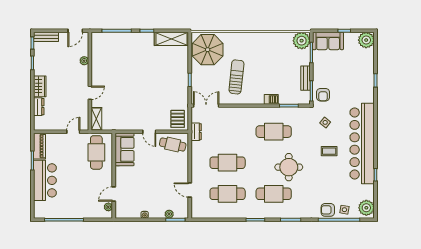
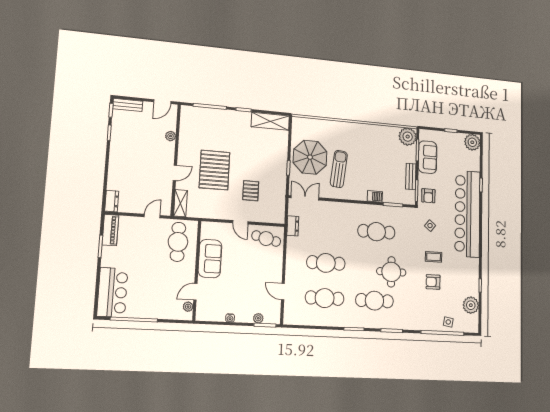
sofa: (328, 41) -> (428, 157), moved, turned -90
parasol: (208, 50) -> (310, 157), moved
wardrobe: (40, 86) -> (116, 160), removed
pallet: (124, 87) -> (214, 170), added
dresser: (39, 107) -> (112, 201), moved
pallet: (178, 119) -> (251, 191), moved
bar counter: (362, 143) -> (467, 214), moved
sofa: (125, 149) -> (210, 259), moved
bar counter: (45, 180) -> (112, 292), moved
plant: (366, 208) -> (471, 305), moved
armchair: (328, 210) -> (433, 282), moved

